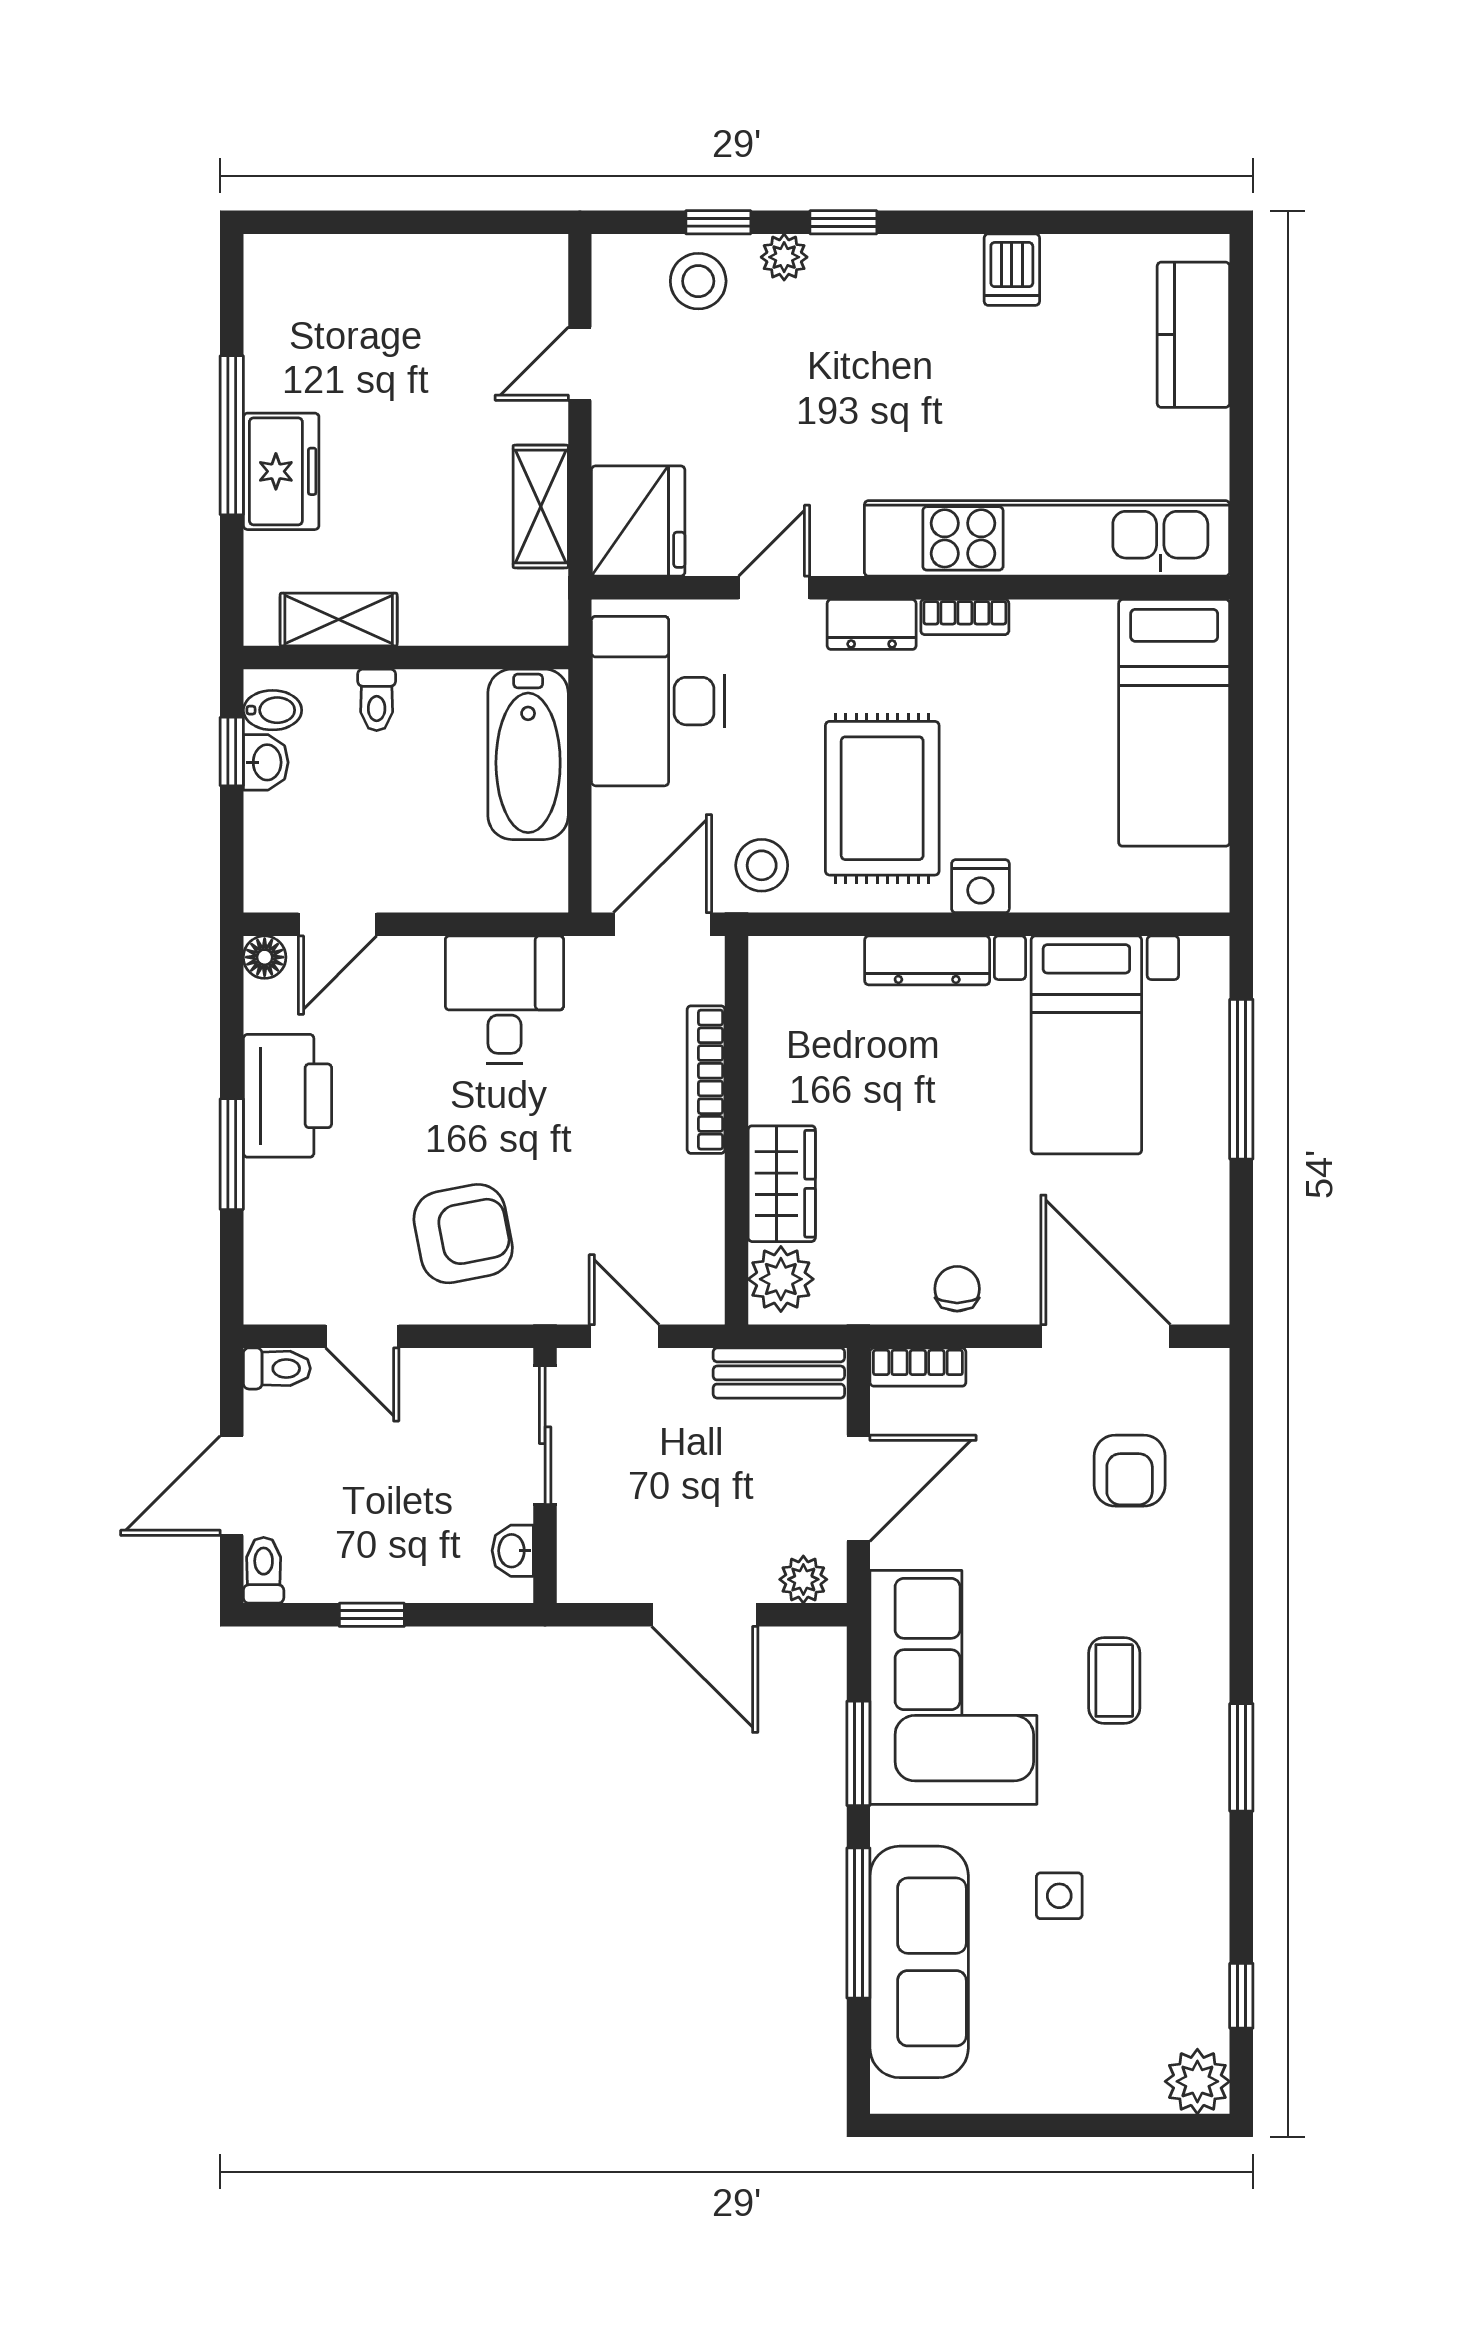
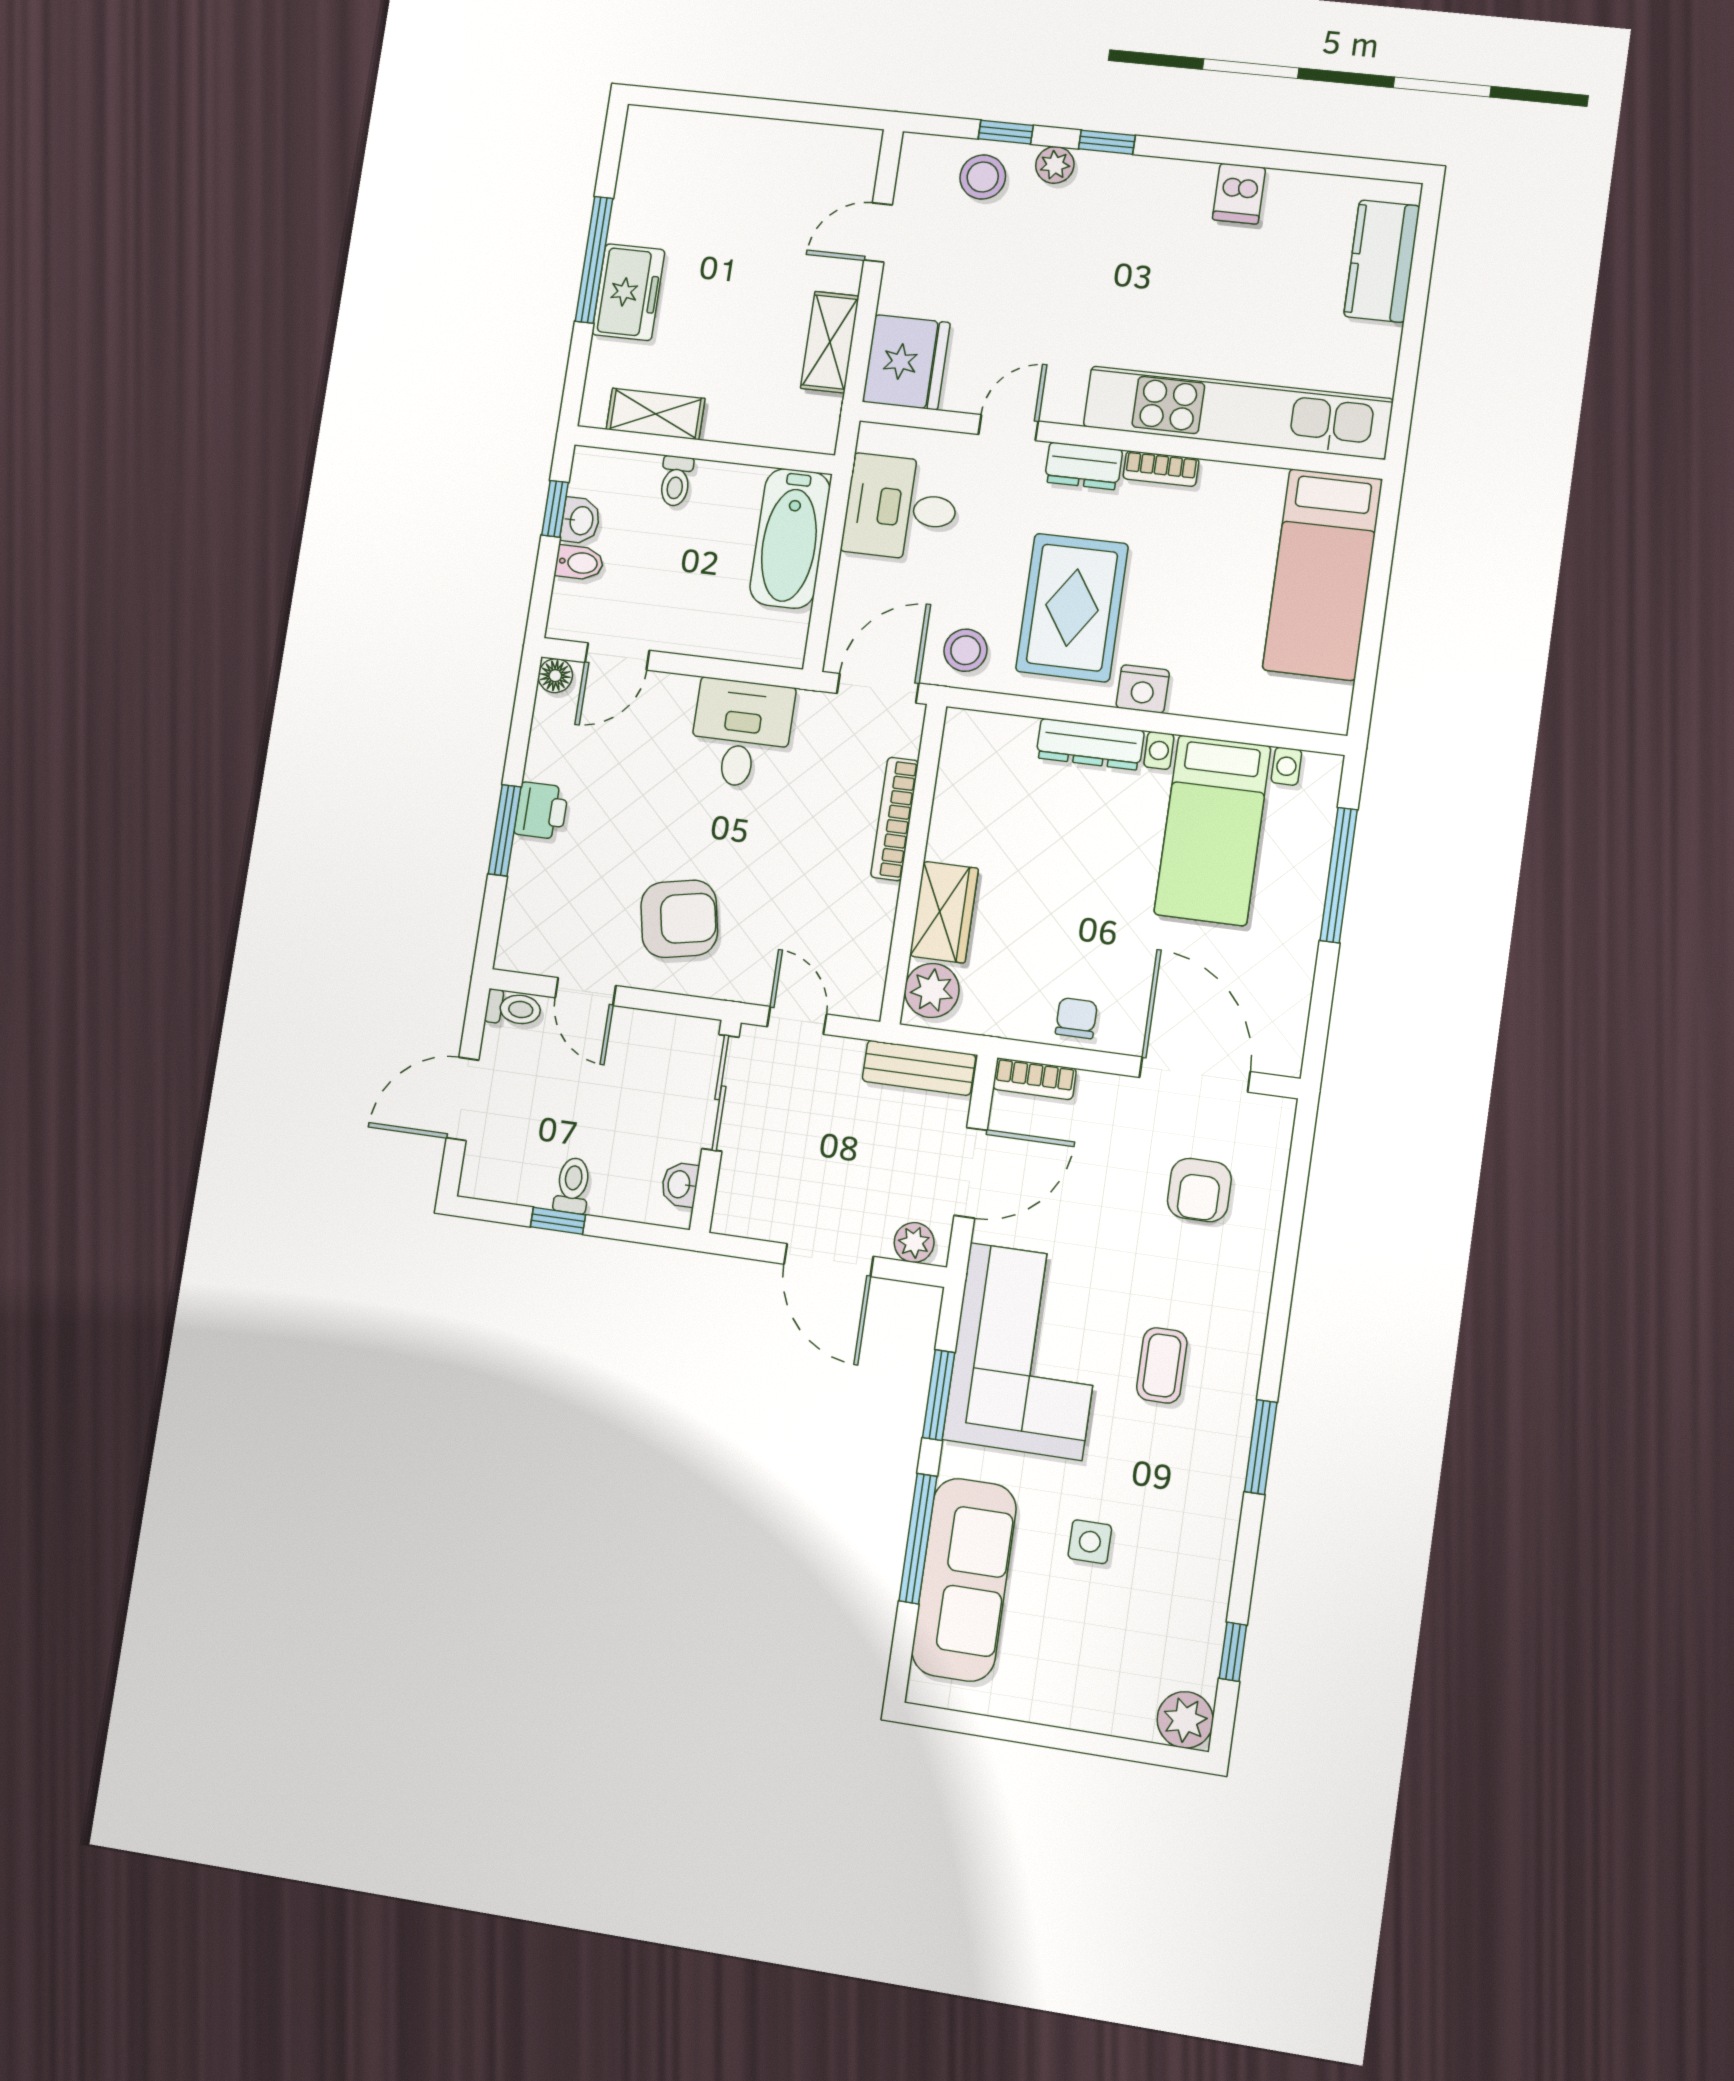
desk: (658, 701) -> (901, 508), width x0.73
bidet: (273, 710) -> (579, 563), moved
printer: (287, 1096) -> (541, 811), width x0.53, depth x0.68
toilet: (264, 1570) -> (573, 1185), moved

